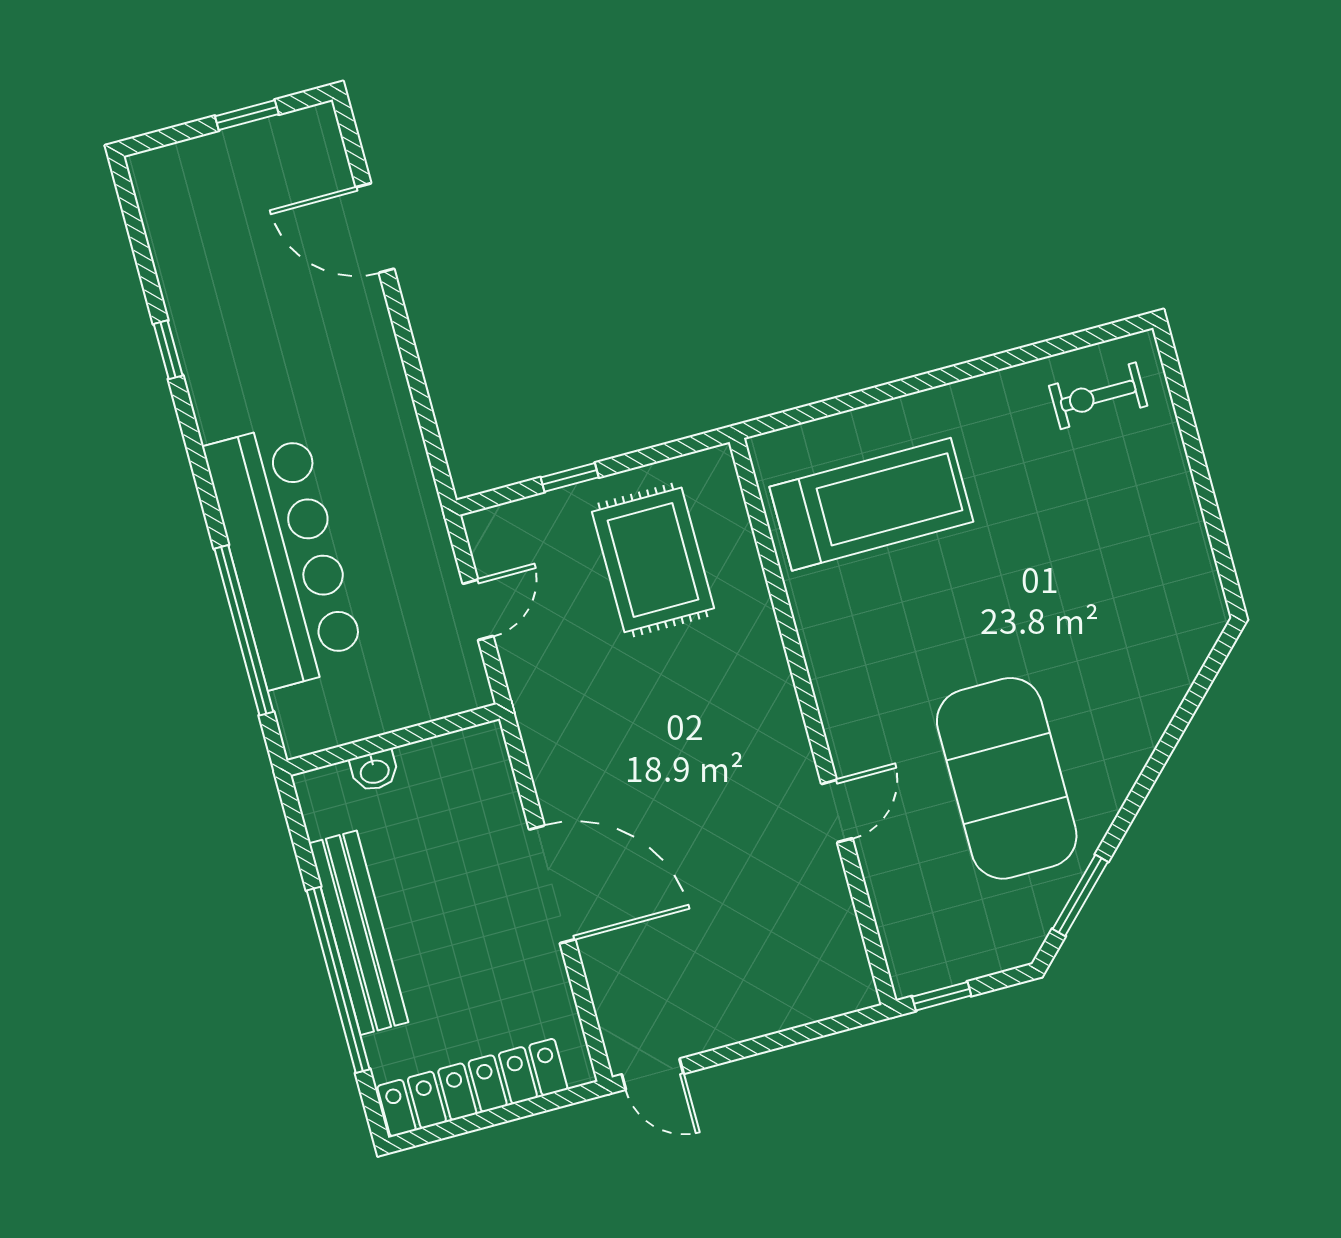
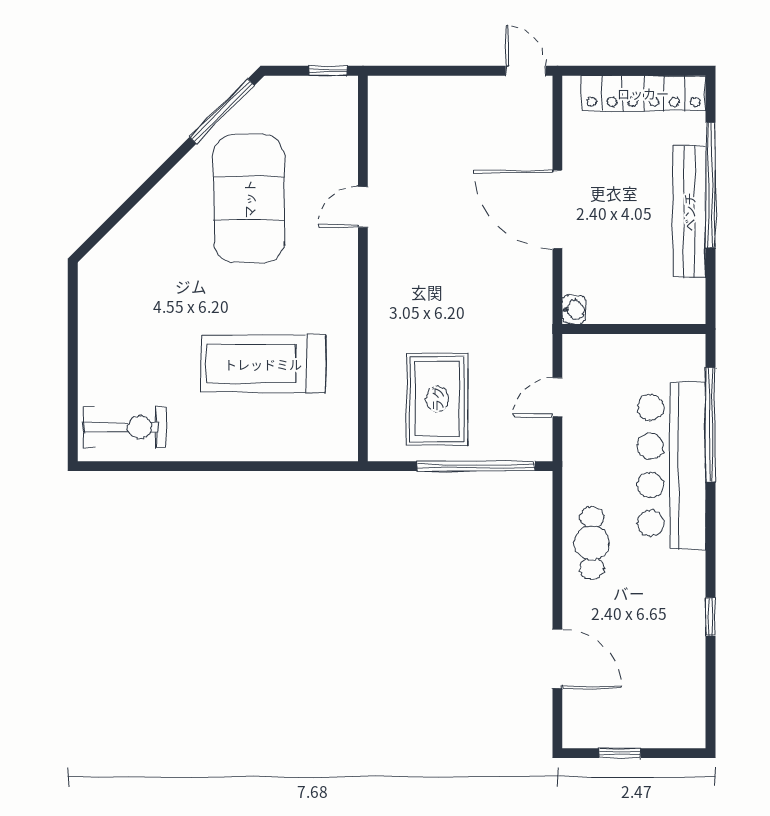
exercise bike: (1098, 396) -> (125, 427), width x1.38, depth x1.39
cafe table: (370, 411) -> (592, 543), added
window: (570, 477) -> (476, 466), width x3.17
treadmill: (871, 504) -> (263, 364), moved
washbasin: (374, 771) -> (574, 310), moved, turned 90
window: (1080, 895) -> (222, 111), width x1.44

